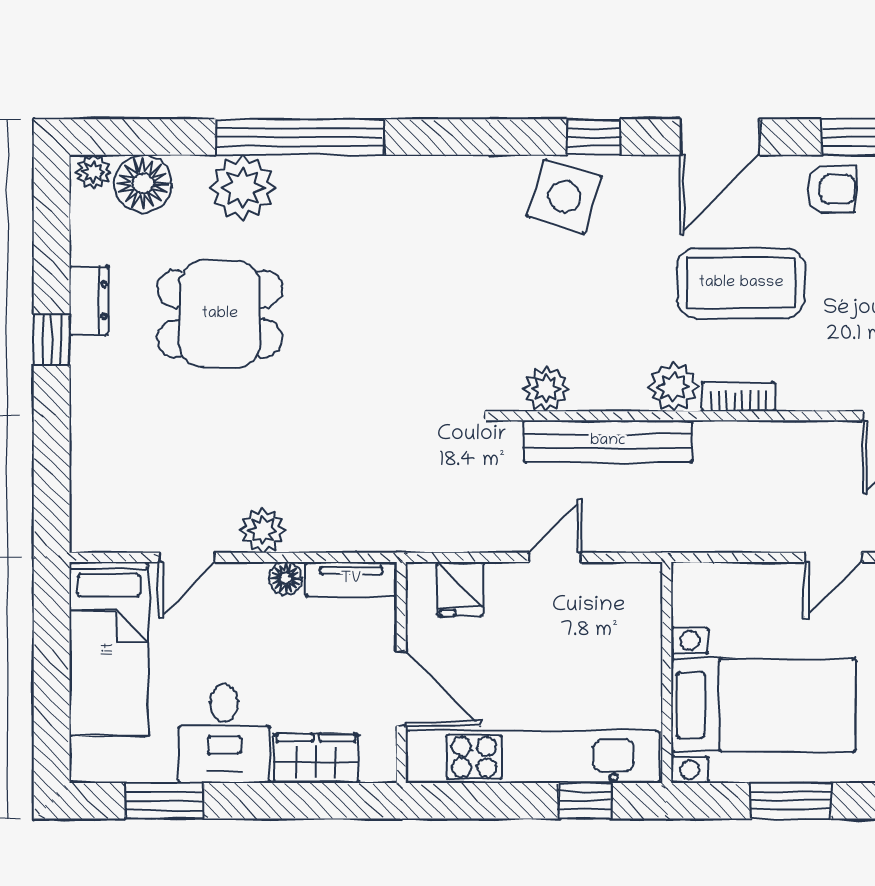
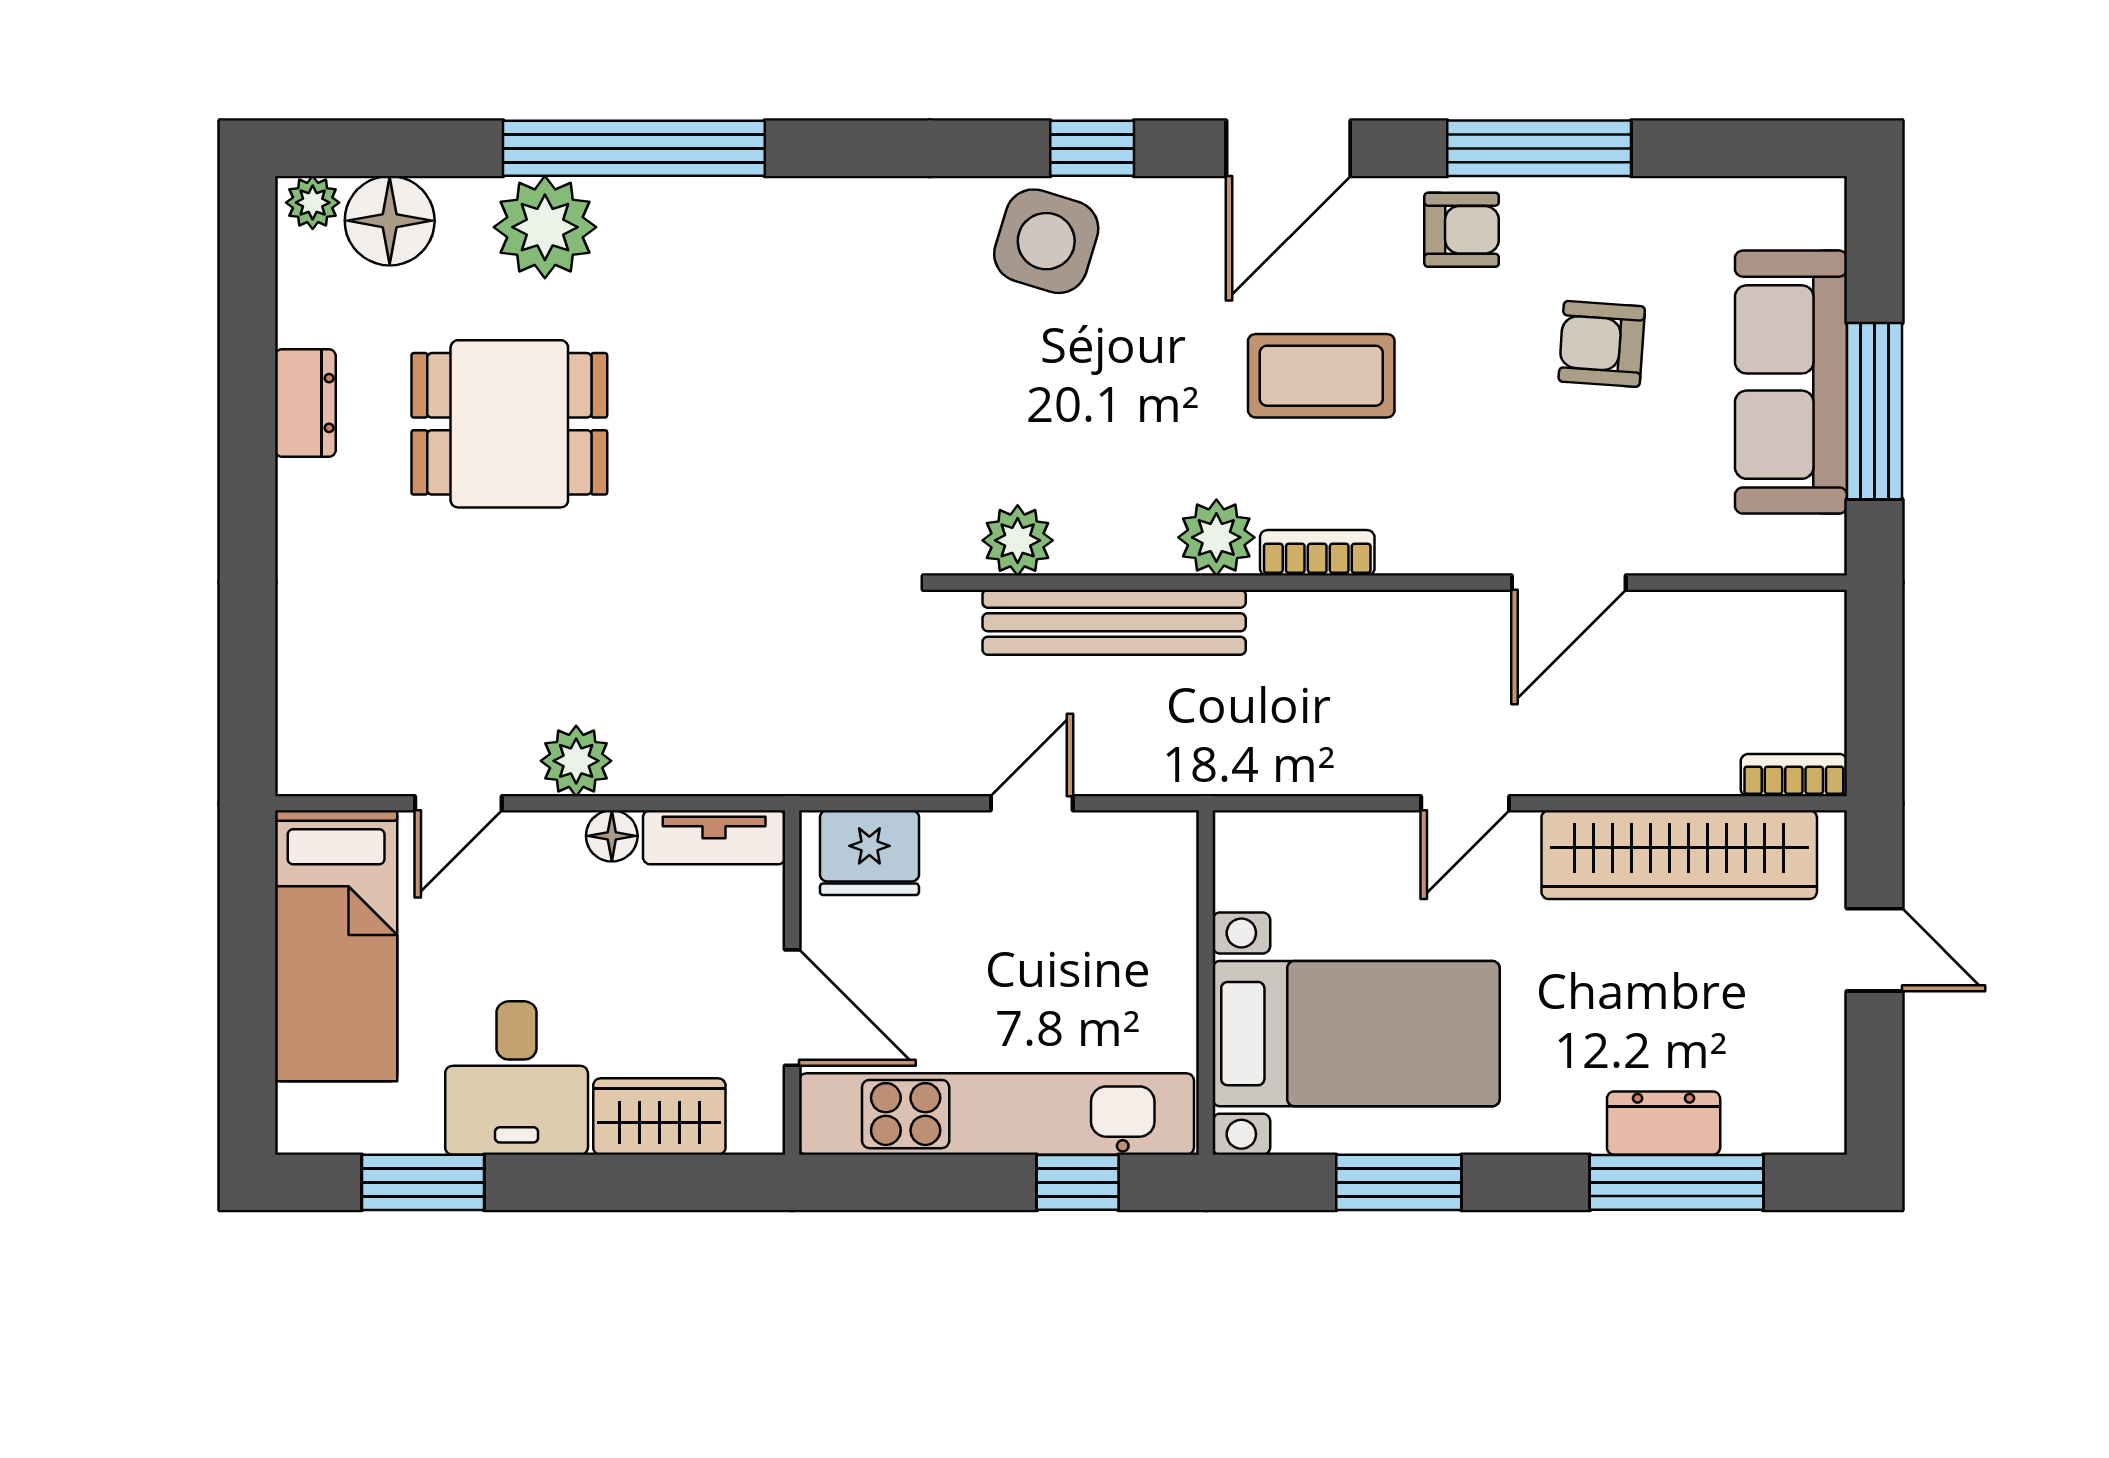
coffee table: (741, 283) -> (1321, 376), width x0.73, depth x0.76
window: (52, 339) -> (247, 464), removed
fridge: (460, 589) -> (869, 853), width x1.38

